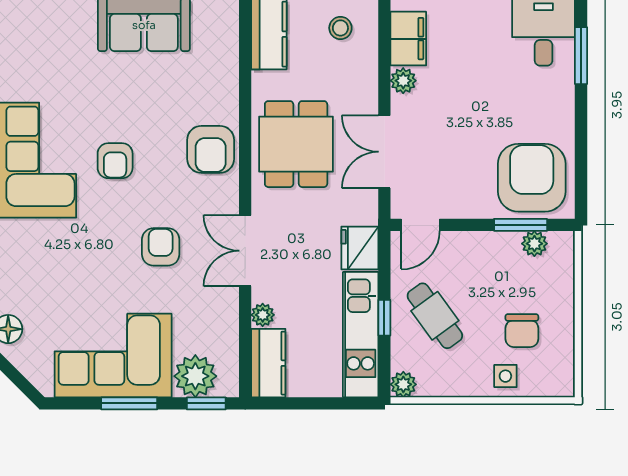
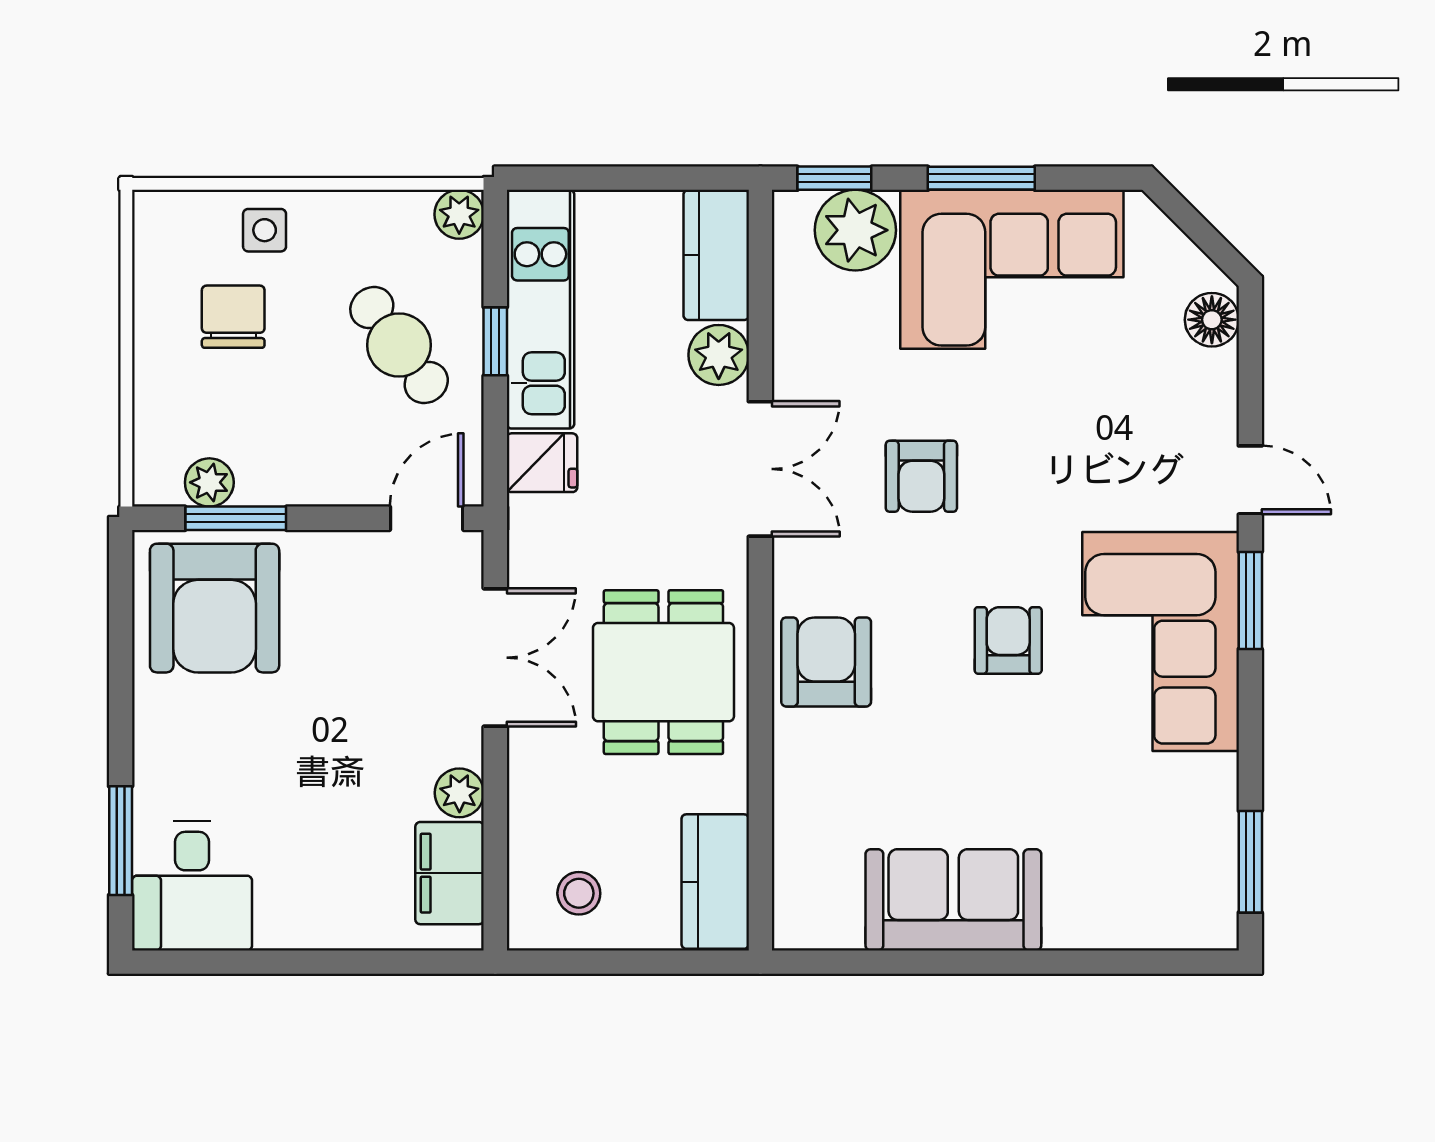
fridge: (360, 248) -> (542, 463), width x0.72
plant: (263, 315) -> (719, 355), width x1.38, depth x1.38

